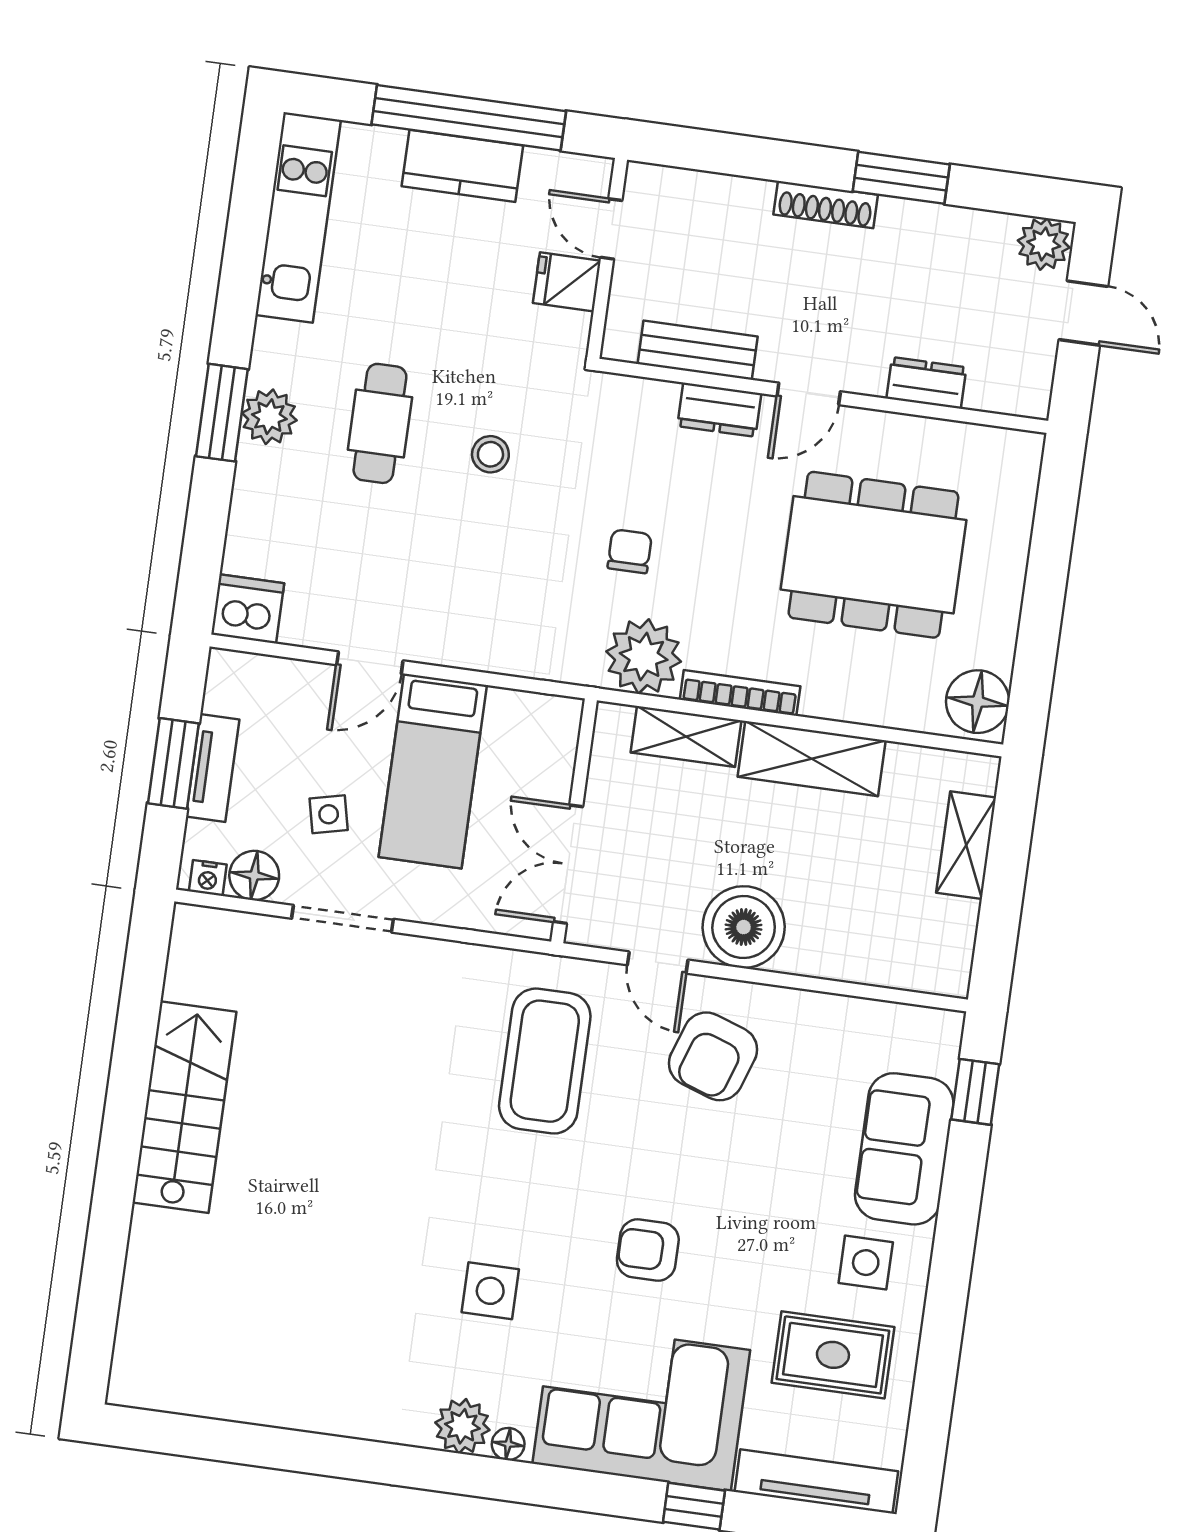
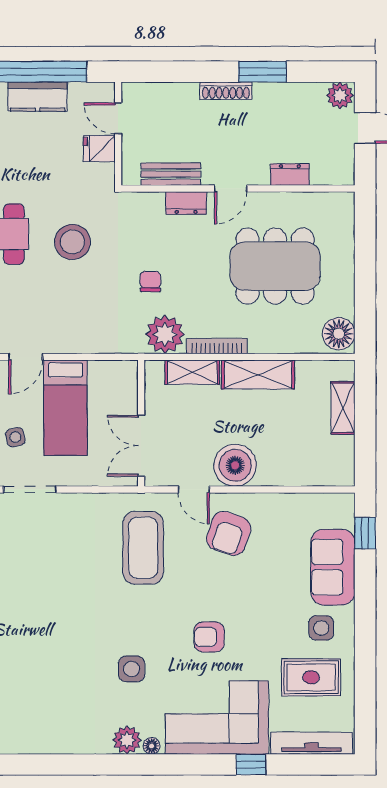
stool: (490, 454) -> (72, 242), width x1.89, depth x1.89

